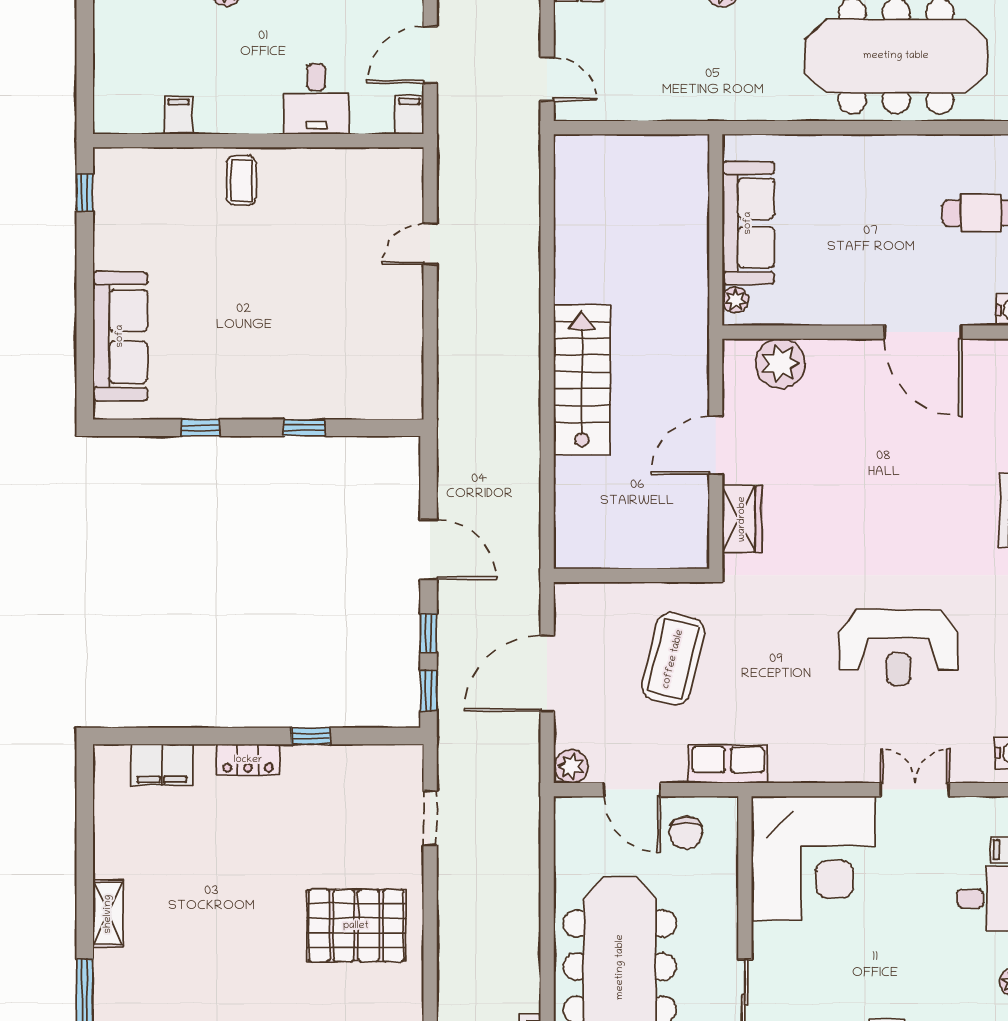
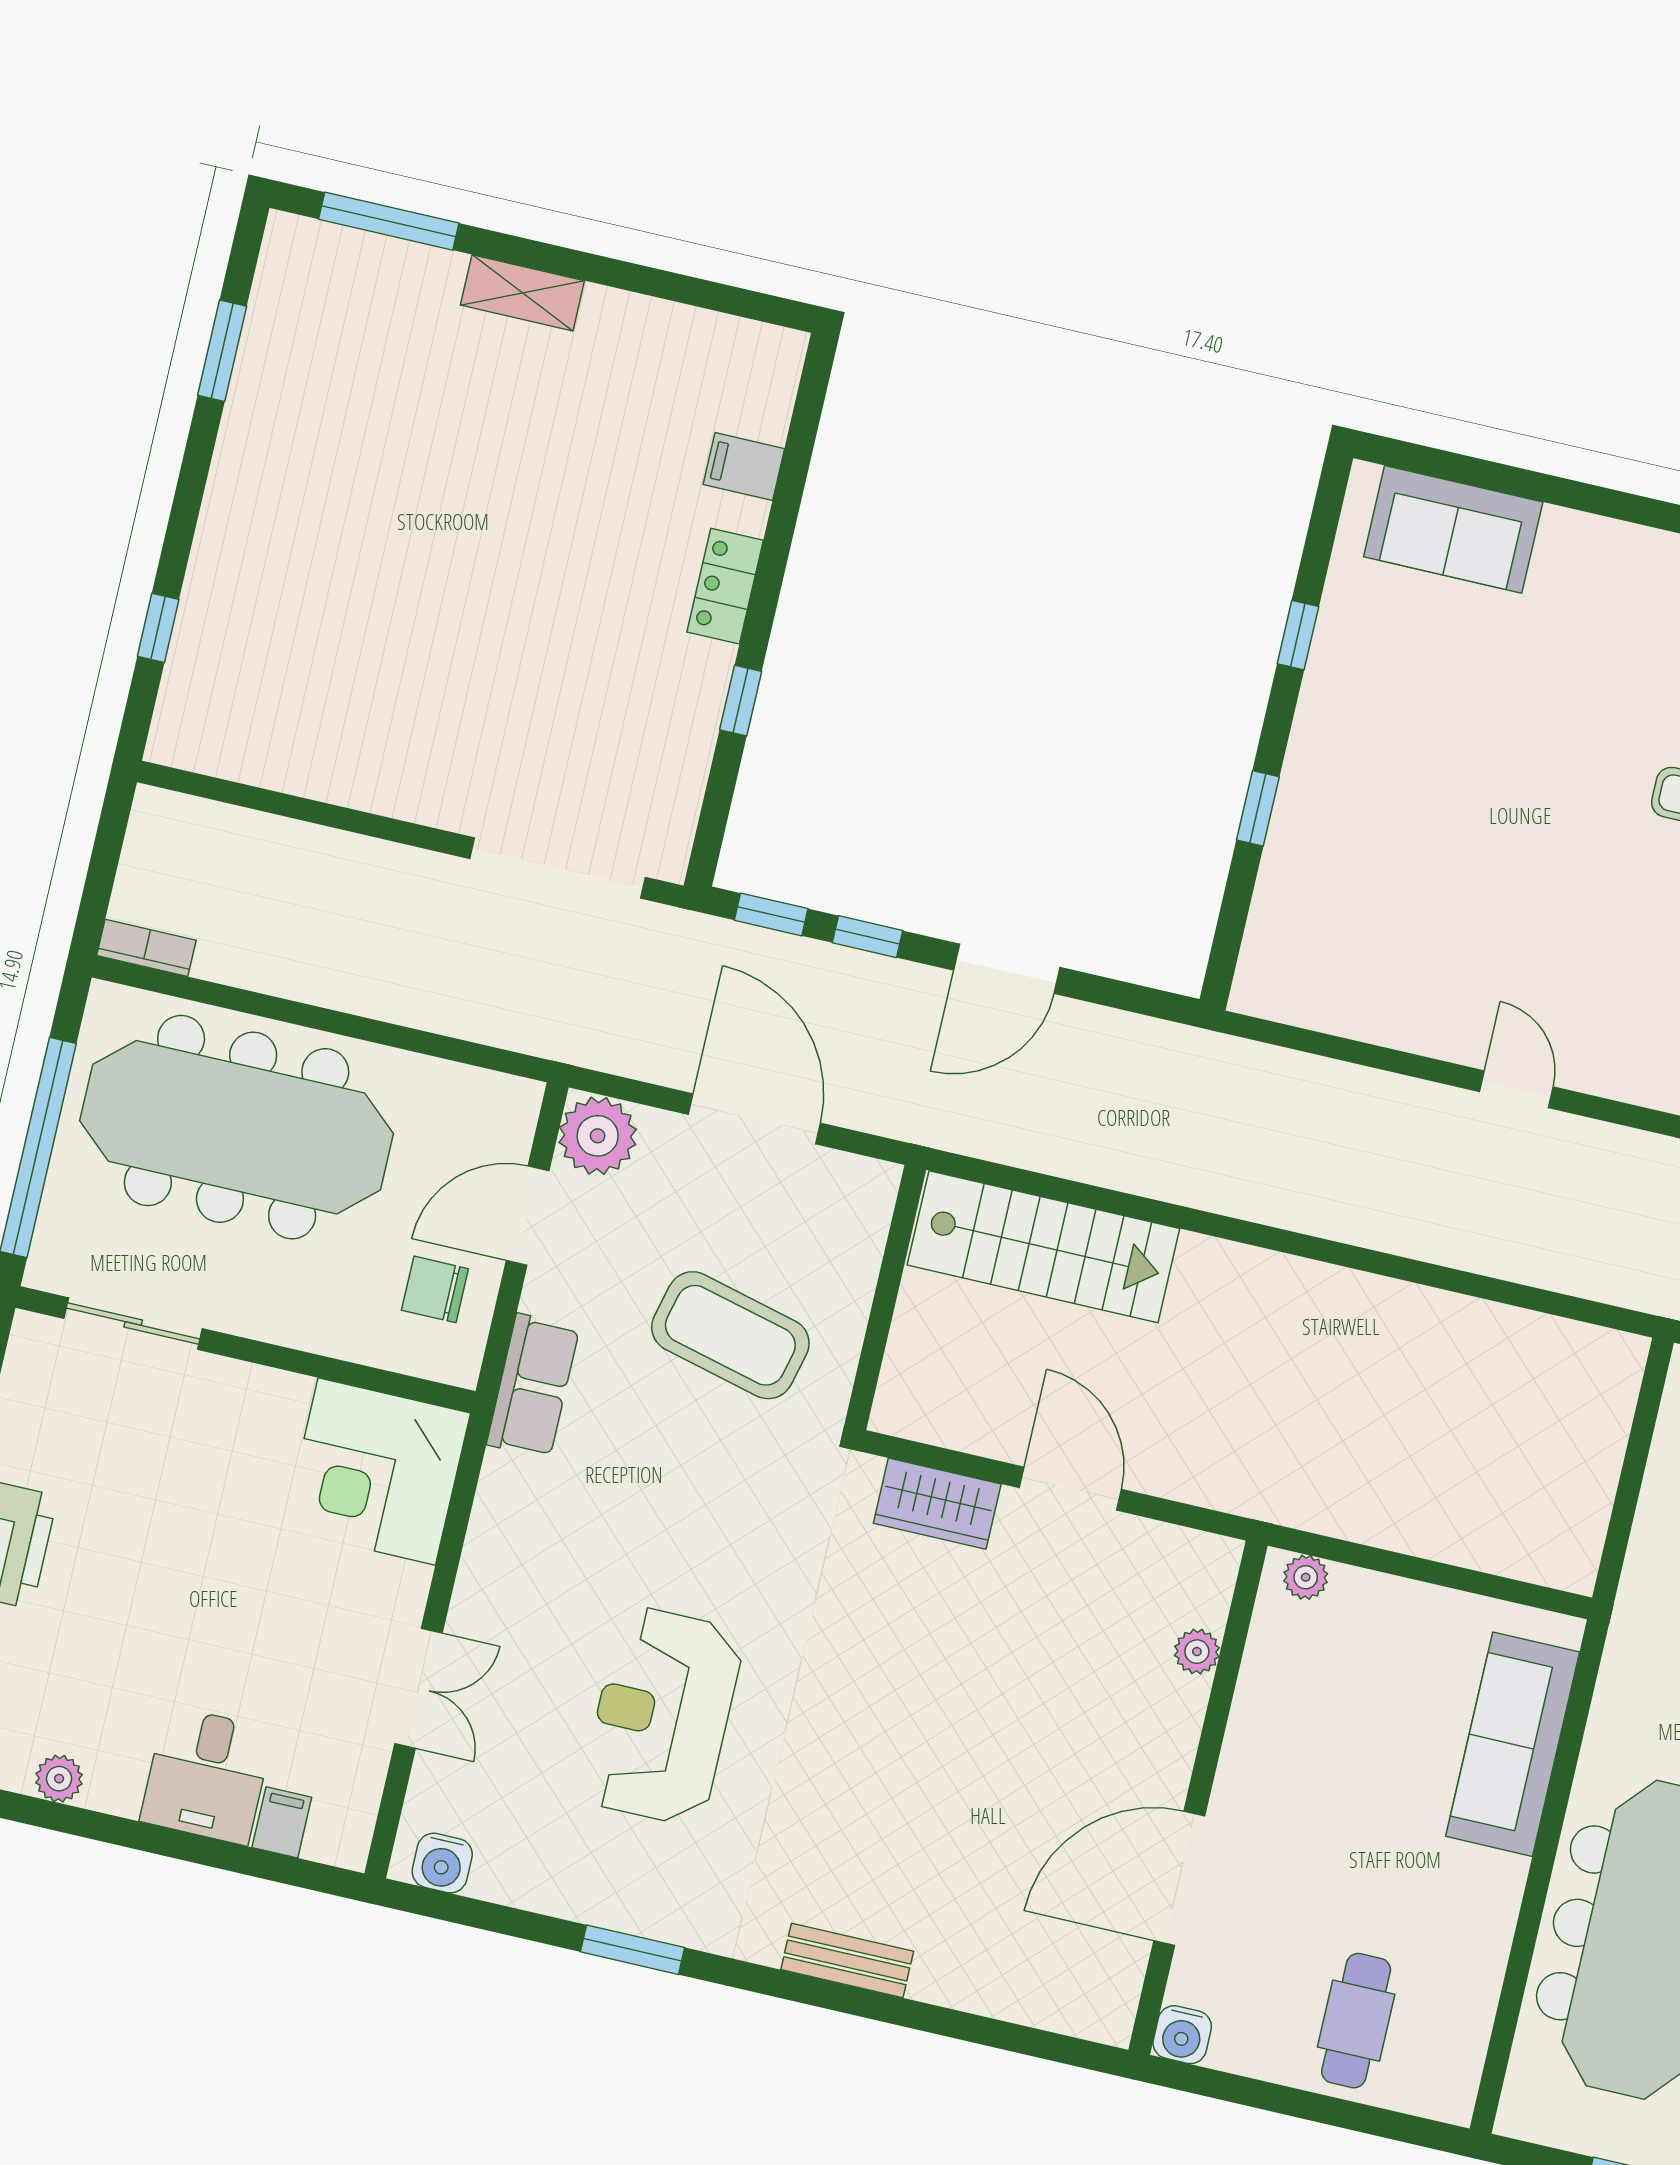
sofa: (748, 223) -> (1513, 1744), moved, turned 90
sofa: (120, 336) -> (1453, 529), width x0.73
plant: (780, 364) -> (1197, 1652), width x0.53, depth x0.53
stairs: (582, 380) -> (1043, 1247), moved
filing cabinet: (162, 765) -> (744, 467), width x0.50
plant: (571, 766) -> (598, 1136), width x1.36, depth x1.36
doorway: (430, 818) -> (558, 868), width x1.88
corner desk: (814, 858) -> (377, 1472), width x0.74, depth x0.74
pallet: (356, 926) -> (407, 703), removed

